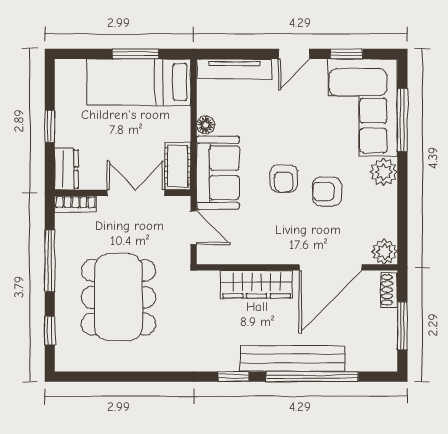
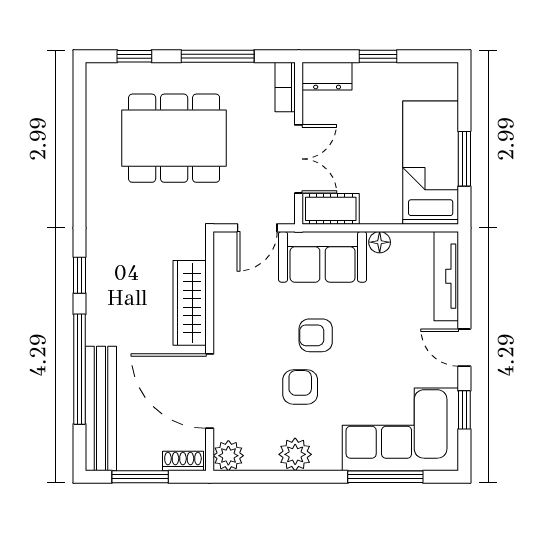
plant: (384, 172) -> (295, 454), moved
bench: (292, 359) -> (101, 409), moved

